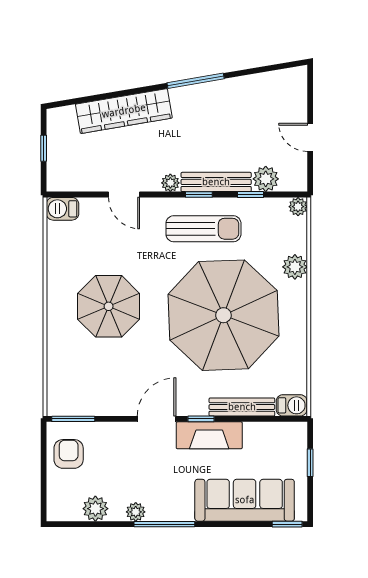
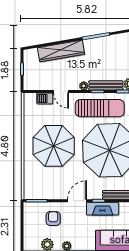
barbecue: (63, 209) -> (45, 98), moved
sun lounger: (203, 229) -> (100, 108), width x1.36, depth x1.34
parasol: (109, 306) -> (54, 146), width x1.36, depth x1.36
armchair: (69, 454) -> (53, 218), moved

